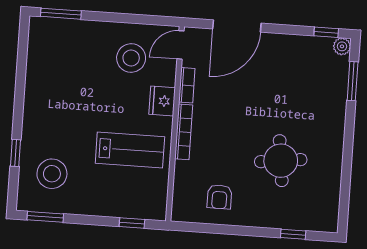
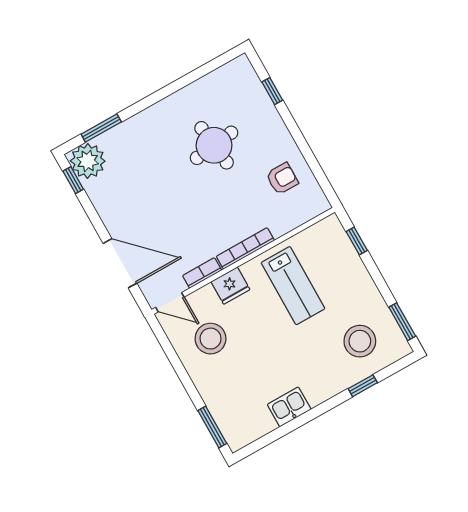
plant: (342, 46) -> (88, 161), width x1.87, depth x1.87
kitchen sink: (37, 84) -> (289, 407), added
lab bench: (130, 150) -> (293, 286), turned 180

